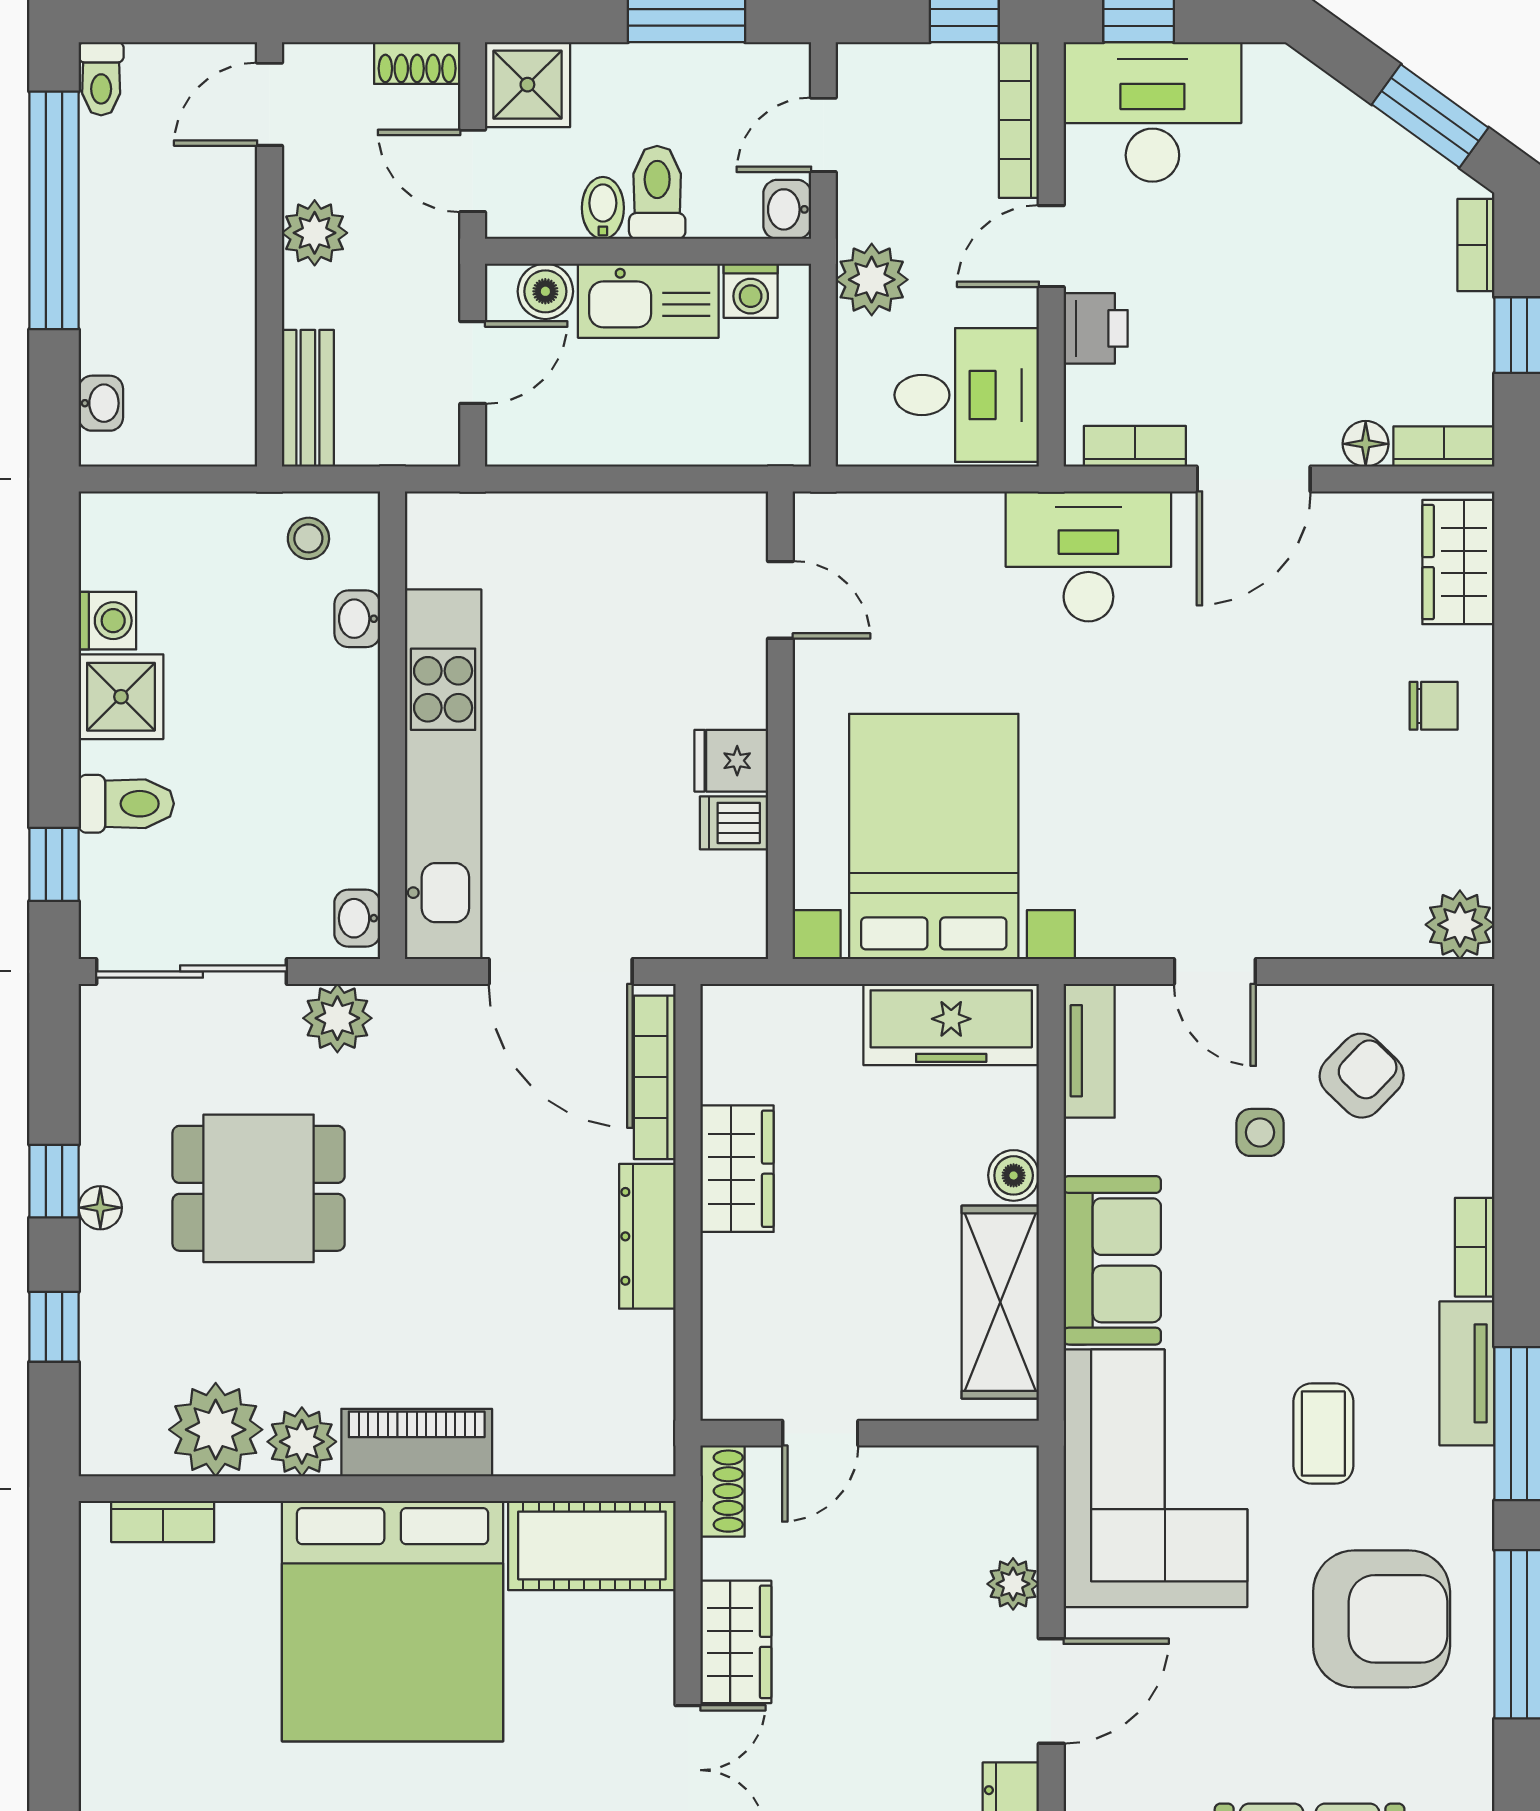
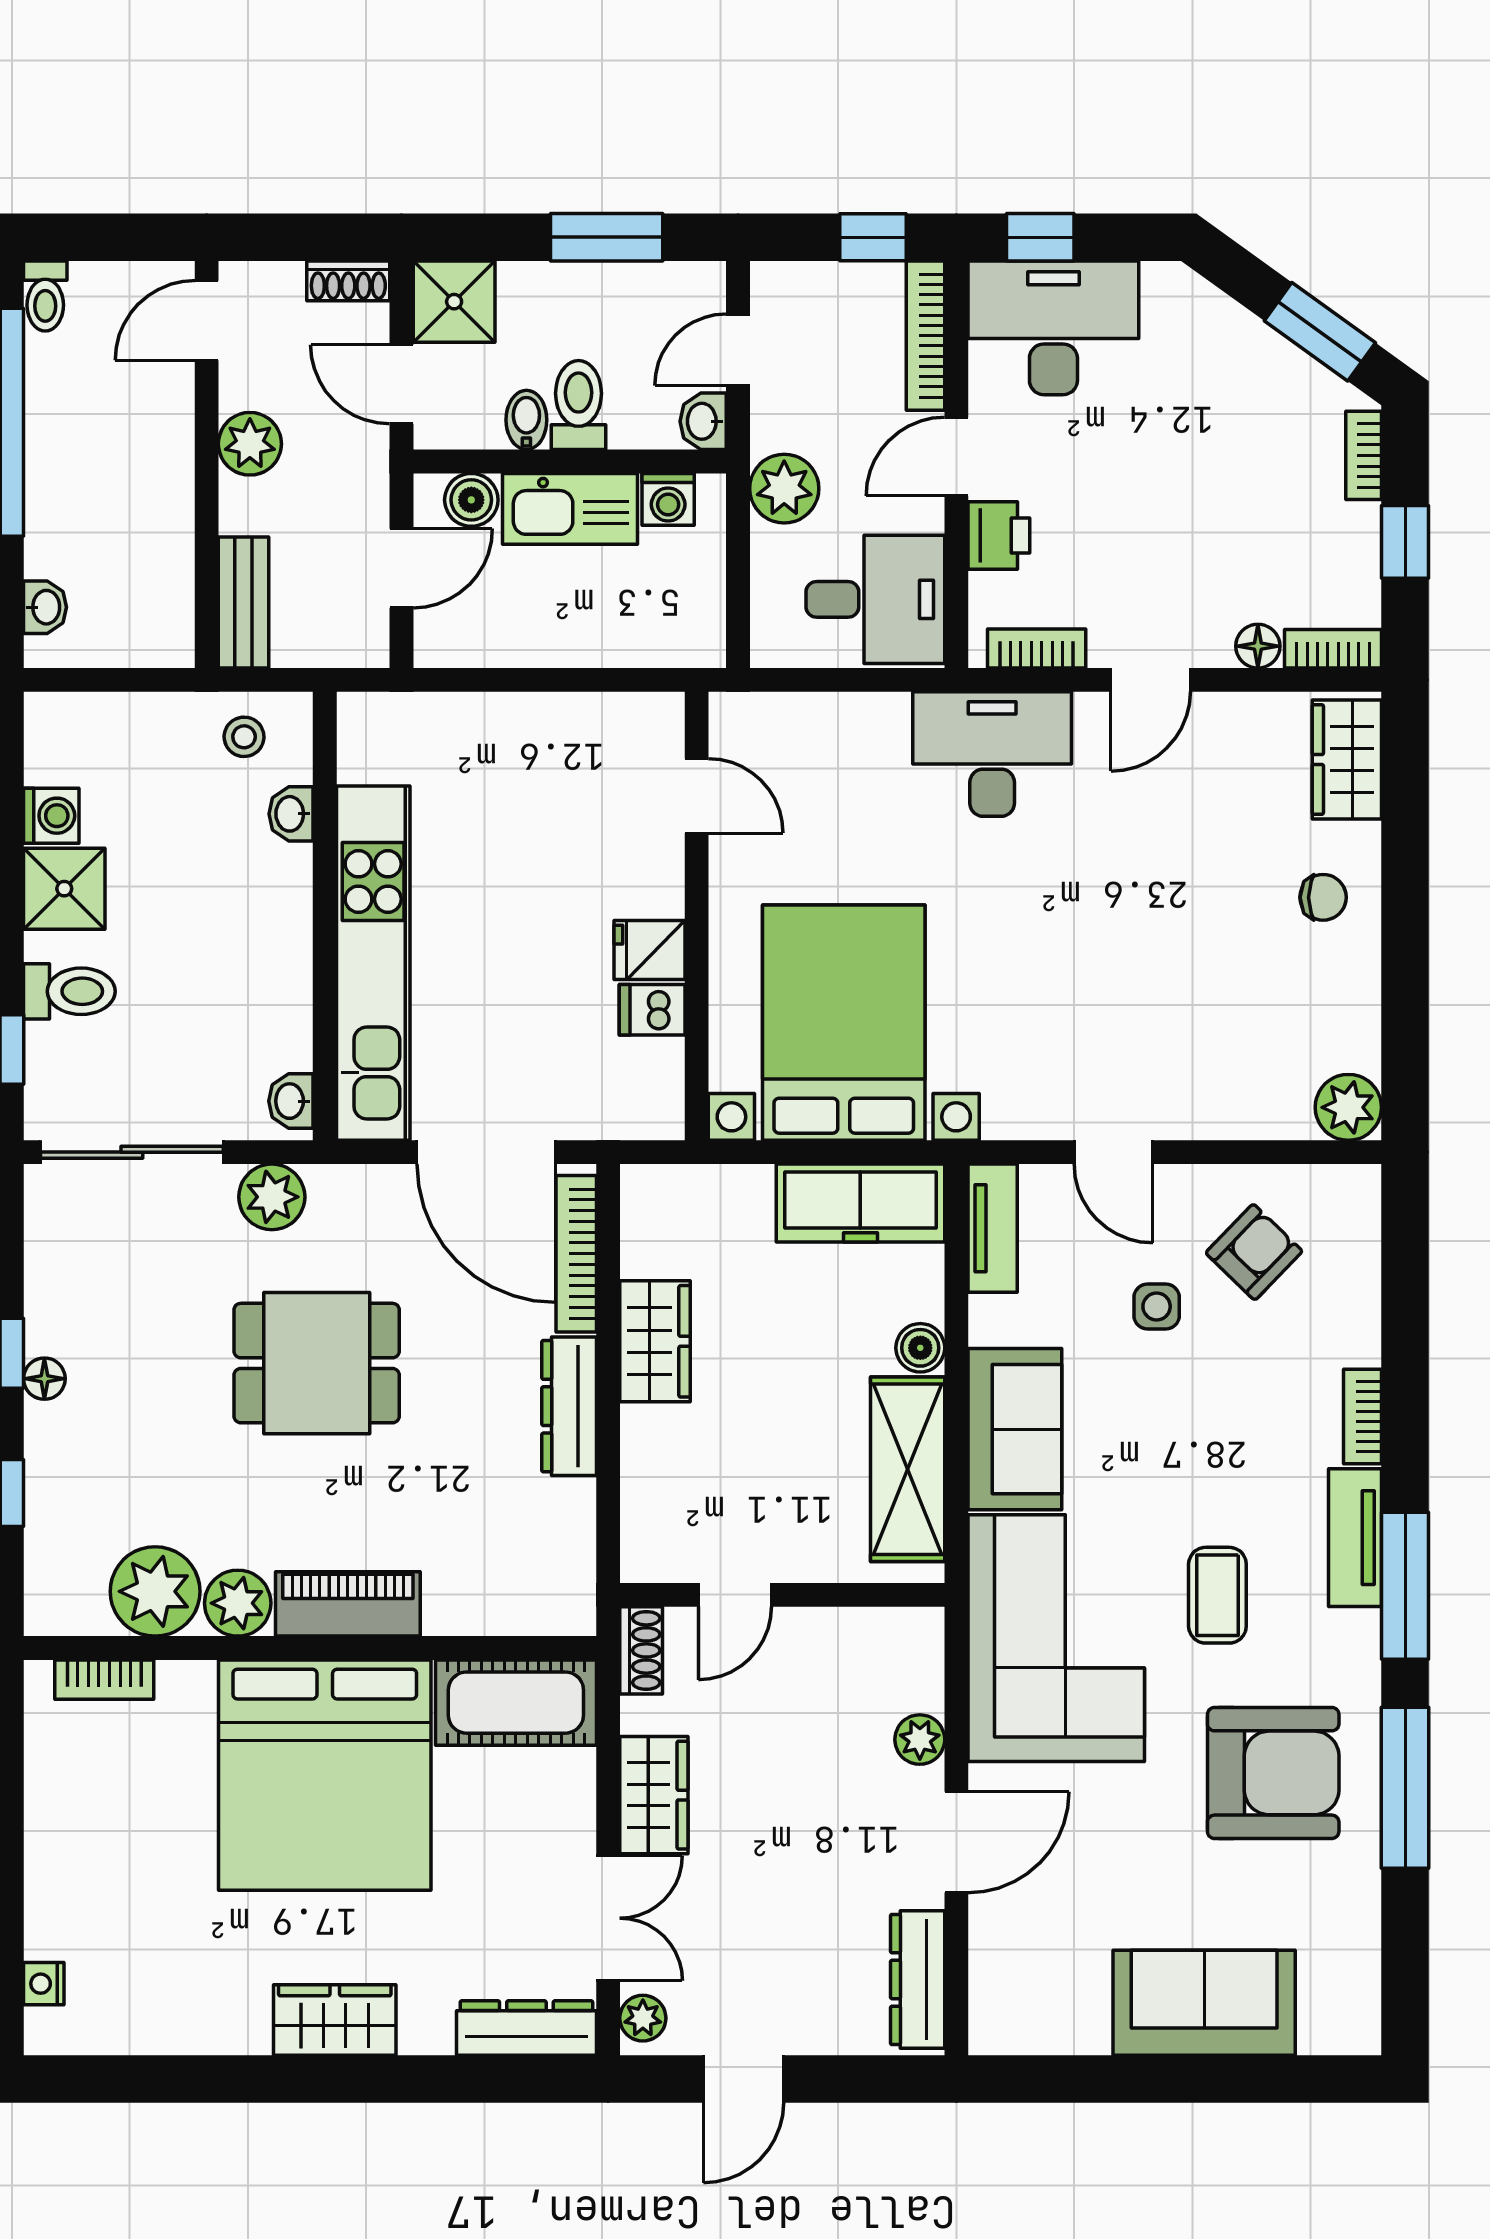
door: (1254, 479) -> (1151, 680), width x0.73
dining table: (259, 1188) -> (317, 1363), moved

